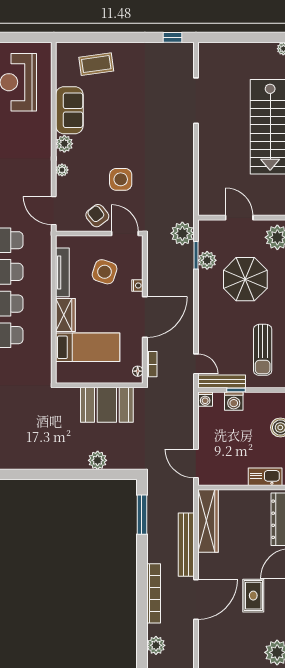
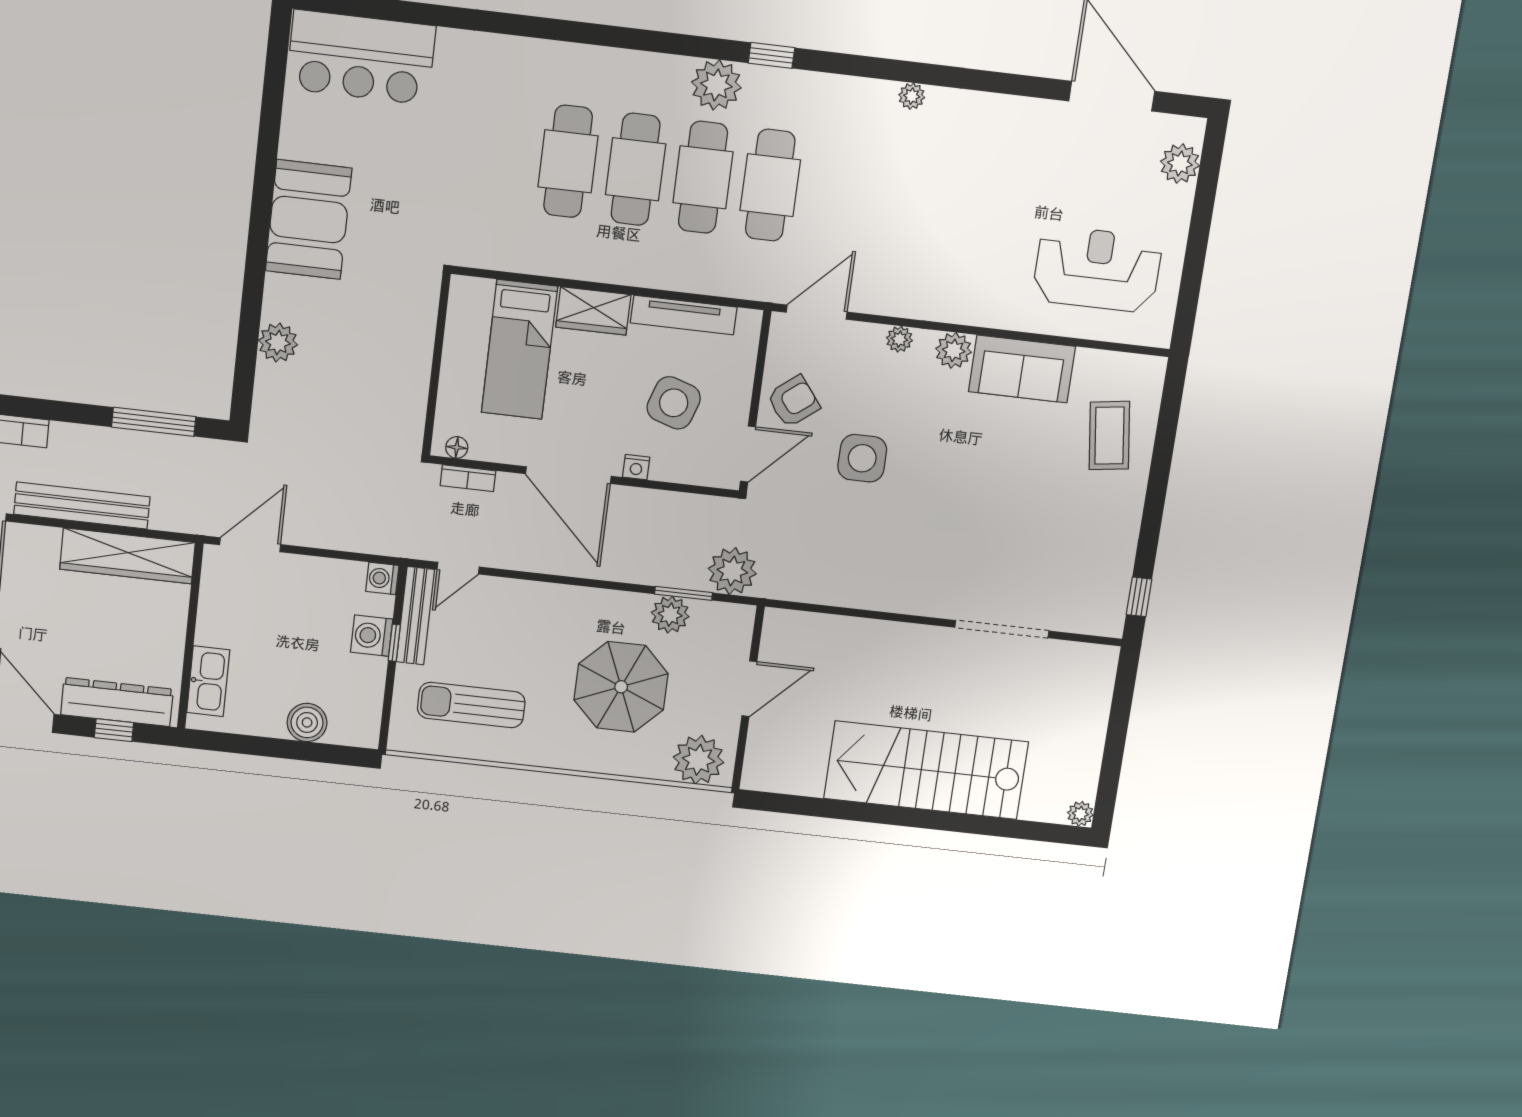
booth: (107, 405) -> (309, 220), moved

